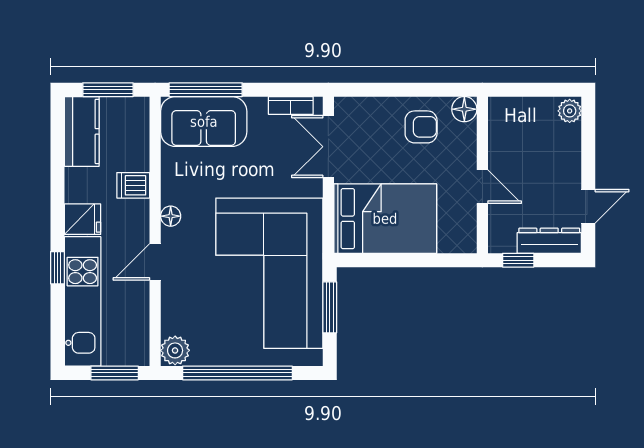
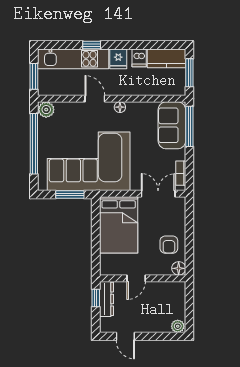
dishwasher: (133, 185) -> (139, 58), moved, turned 180
dresser: (549, 241) -> (106, 299), moved

